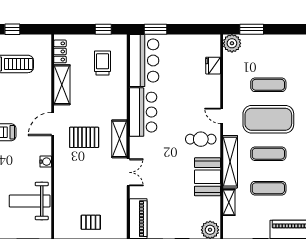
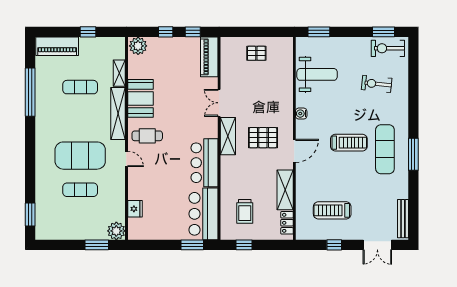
exercise mat: (268, 154) -> (80, 121), removed

